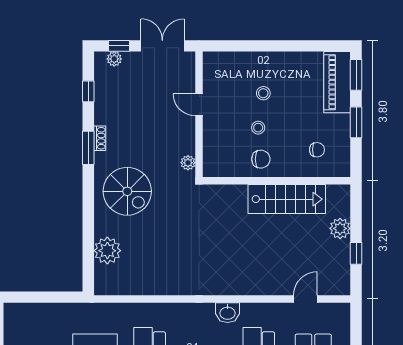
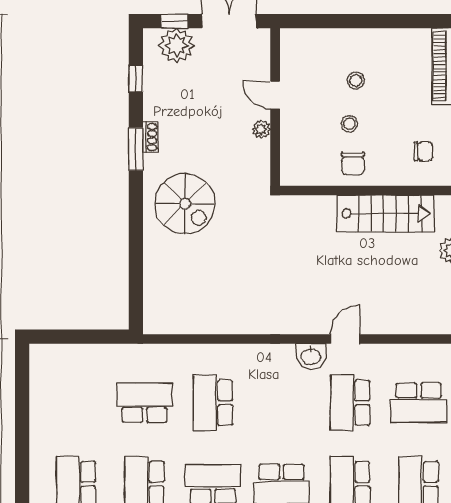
plant: (114, 59) -> (177, 45), width x1.88, depth x1.88
chair: (261, 159) -> (353, 163), turned 90
plant: (188, 163) -> (261, 129), moved
plant: (107, 251) -> (160, 278), removed
door: (305, 299) -> (345, 339), moved

